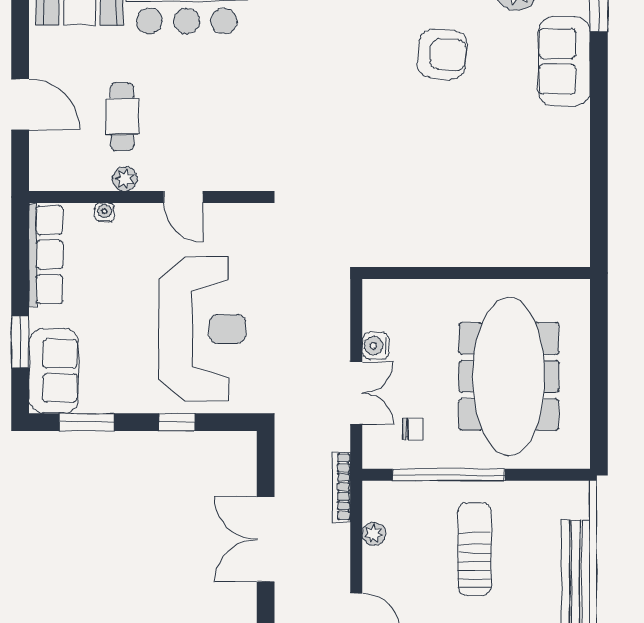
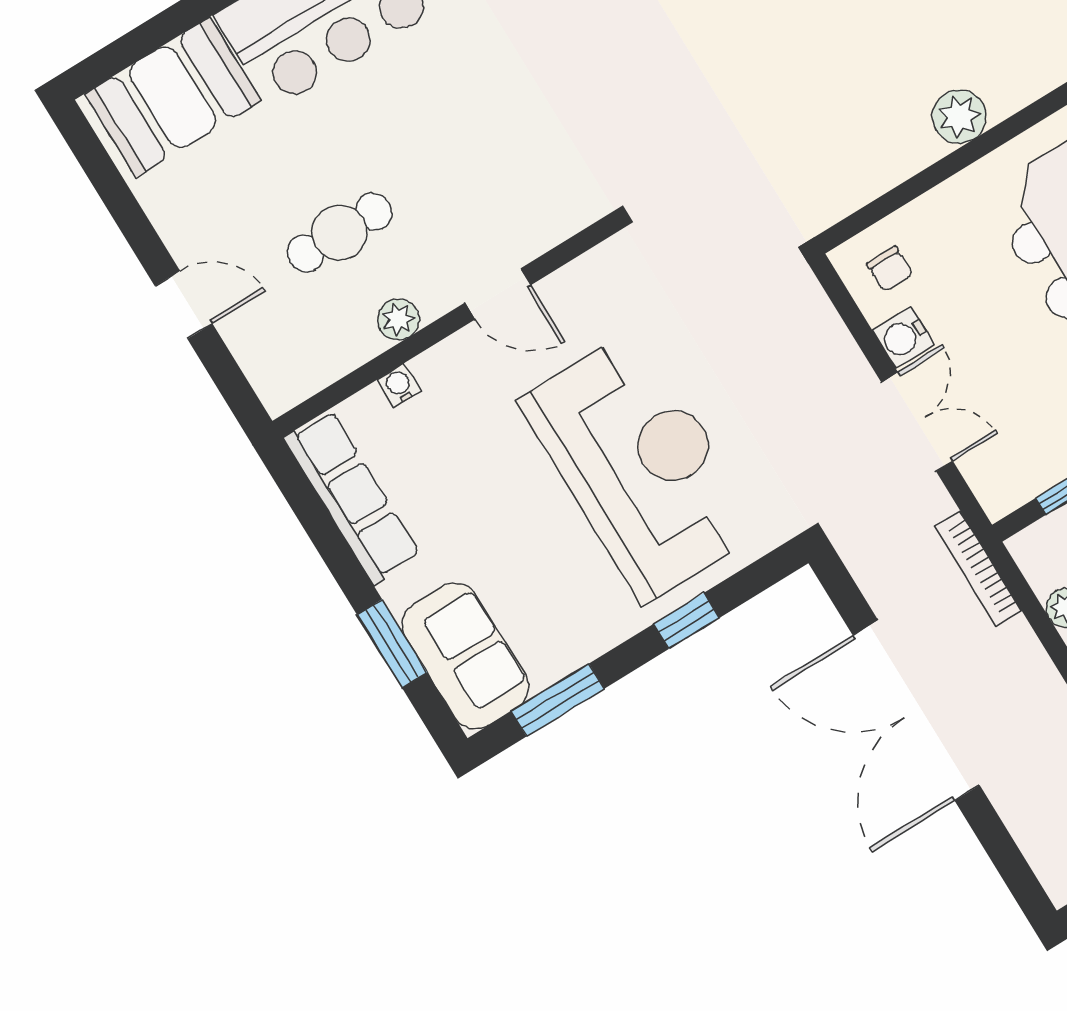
door: (20, 104) -> (184, 305), width x0.73
cafe table: (122, 116) -> (340, 233), turned 90
plant: (473, 251) -> (959, 116), added
chair: (413, 429) -> (890, 269), moved, turned 90
double door: (266, 539) -> (916, 710), width x1.36

